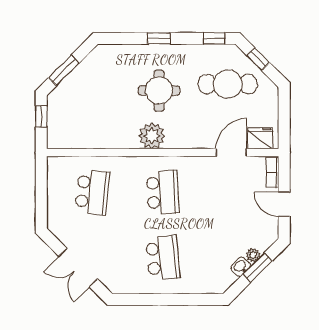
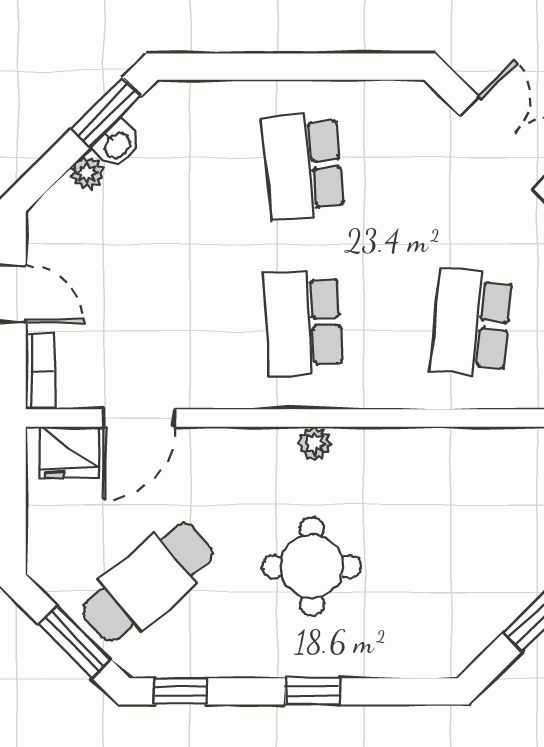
window: (258, 59) -> (75, 642), width x1.50
cafe table: (228, 84) -> (148, 582), turned -40
plant: (152, 136) -> (314, 443), width x0.53, depth x0.53
window: (258, 268) -> (106, 113), moved

